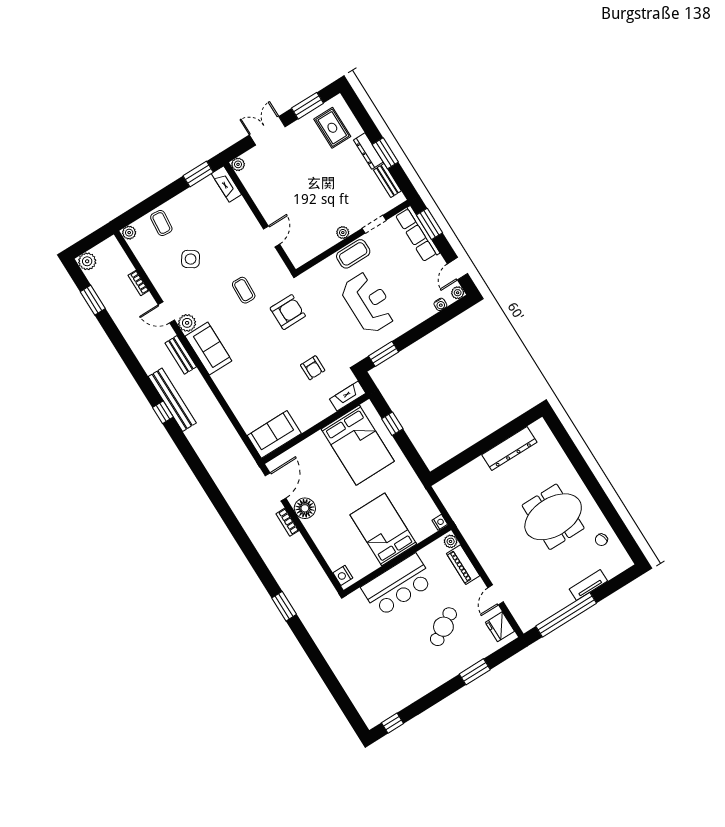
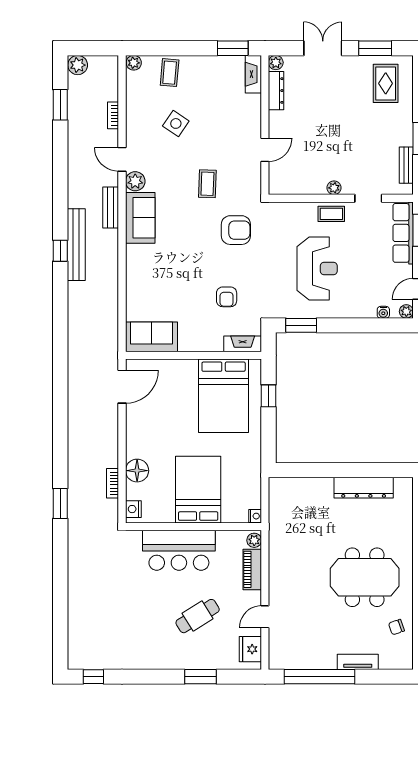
dresser: (368, 151) -> (276, 91), moved, turned 180
coffee table: (353, 254) -> (331, 214), width x0.73, depth x0.77
floor lamp: (305, 508) -> (137, 471), moved
bookcase: (287, 522) -> (113, 483), moved

